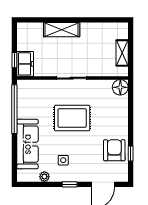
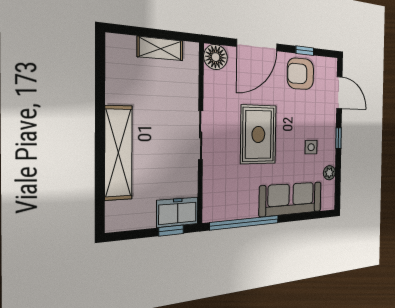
shelving: (62, 30) -> (118, 153), width x1.47
door: (131, 116) -> (257, 45), added

